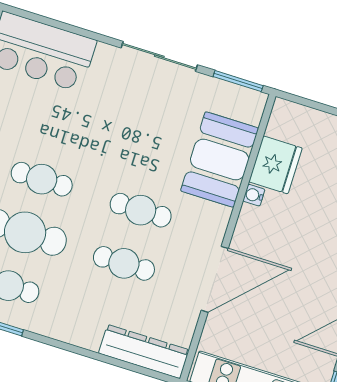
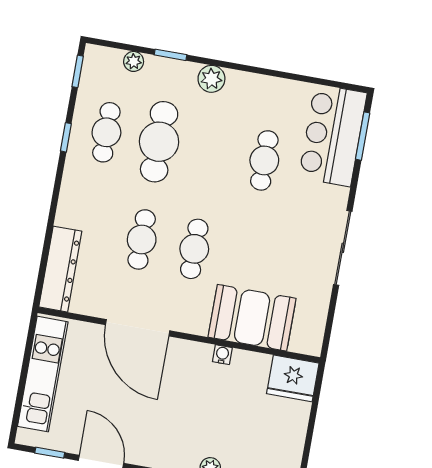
window: (238, 81) -> (363, 136), moved
fridge: (275, 165) -> (293, 378), moved
cafe table: (42, 179) -> (264, 160), moved

